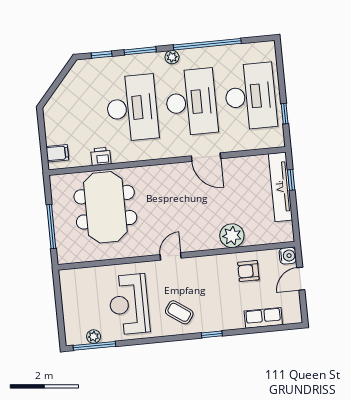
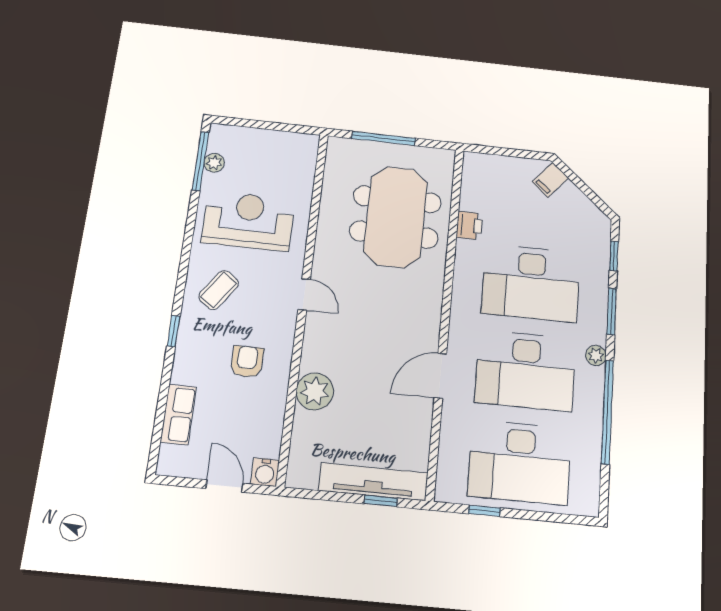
filing cabinet: (57, 153) -> (550, 180), moved, turned 41
meeting table: (105, 207) -> (396, 217), turned 90
armchair: (248, 271) -> (247, 362), moved

